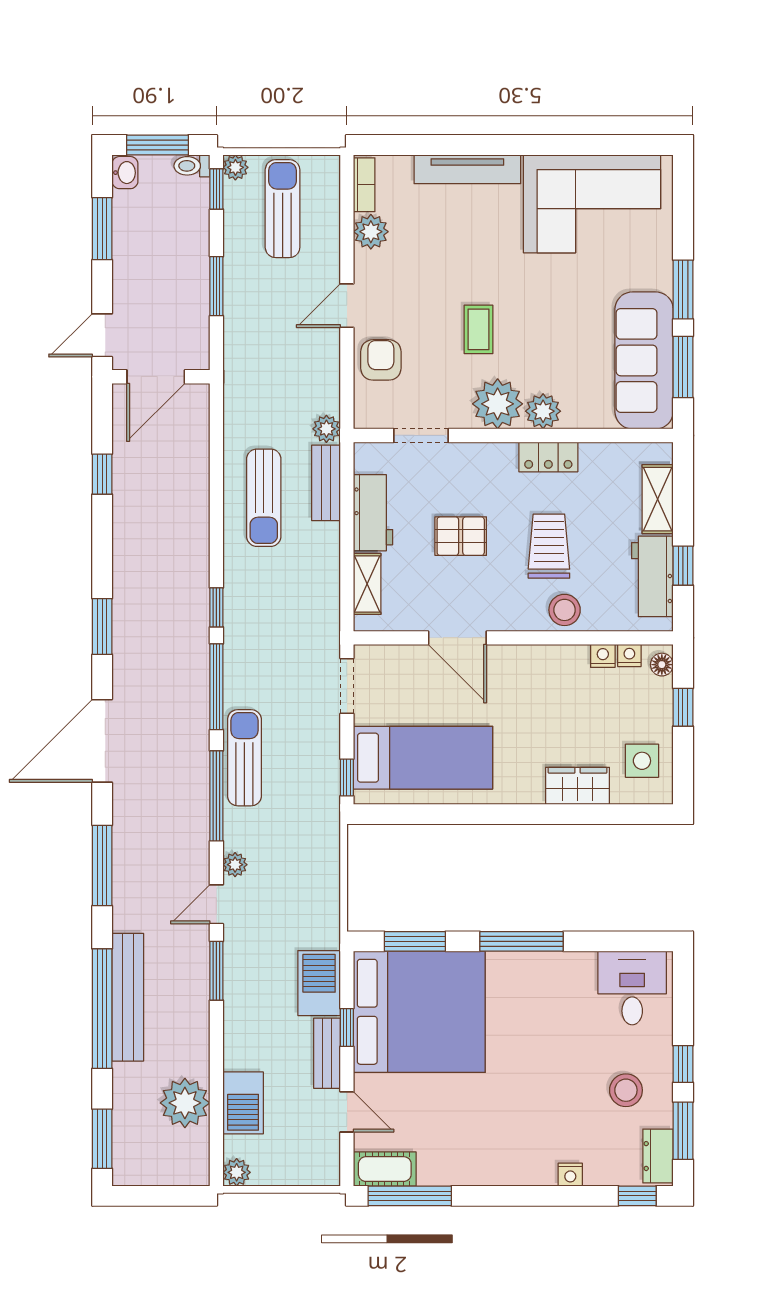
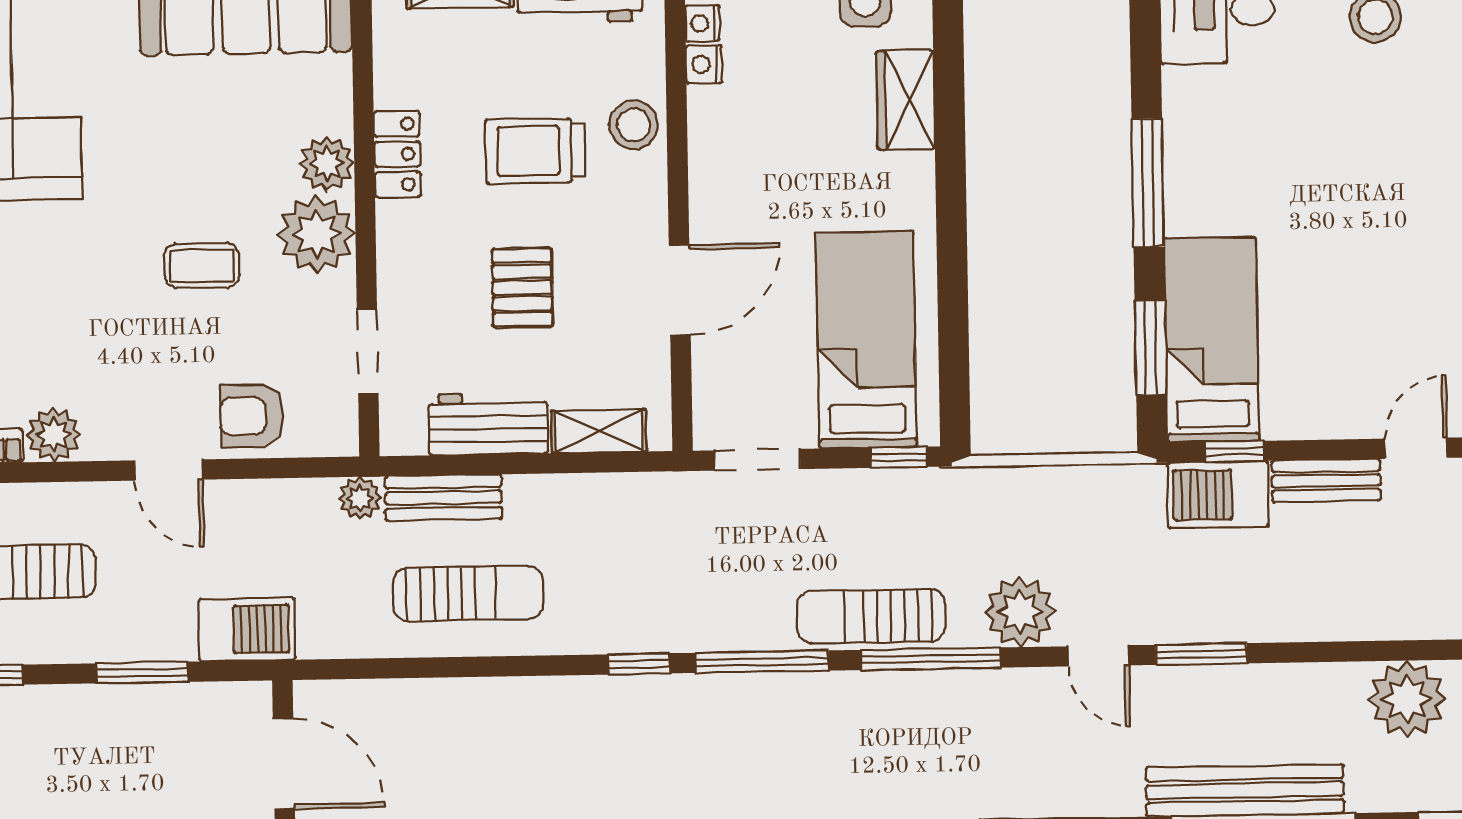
plant: (235, 865) -> (1020, 612), width x1.88, depth x1.88
bed: (419, 1012) -> (1212, 340), width x0.49
window: (347, 1027) -> (1235, 451), moved
barbecue: (243, 1103) -> (247, 629), moved

